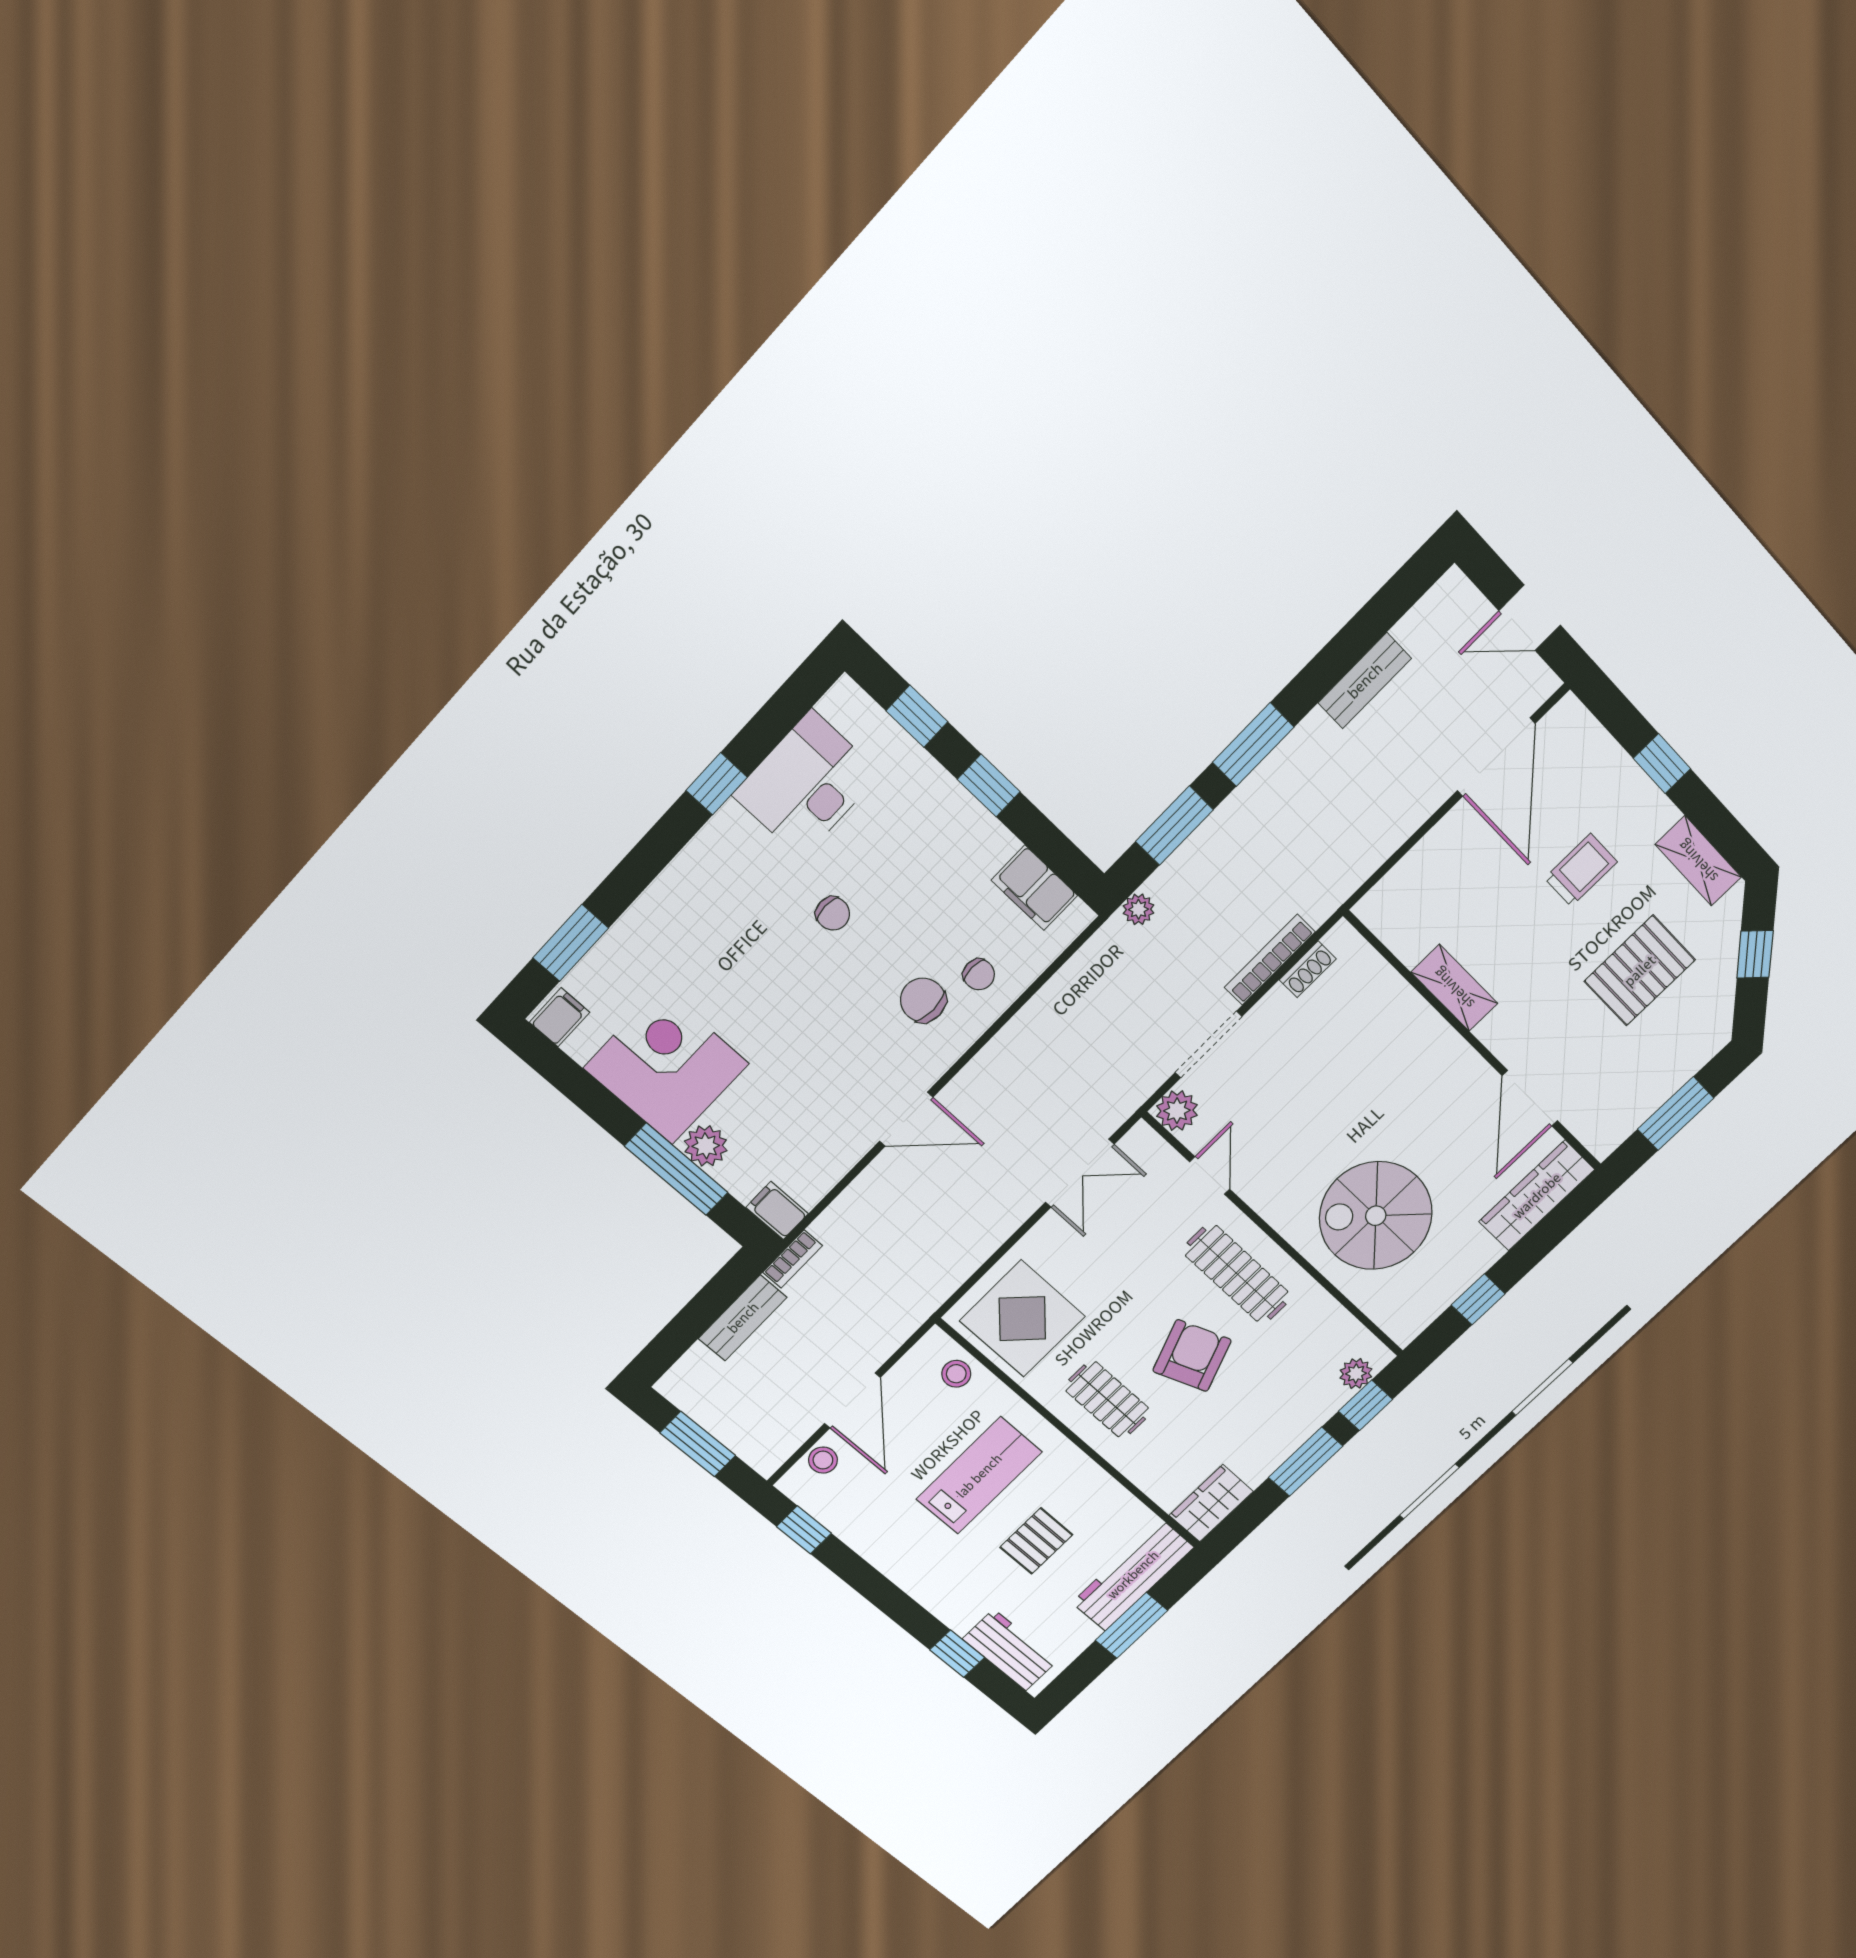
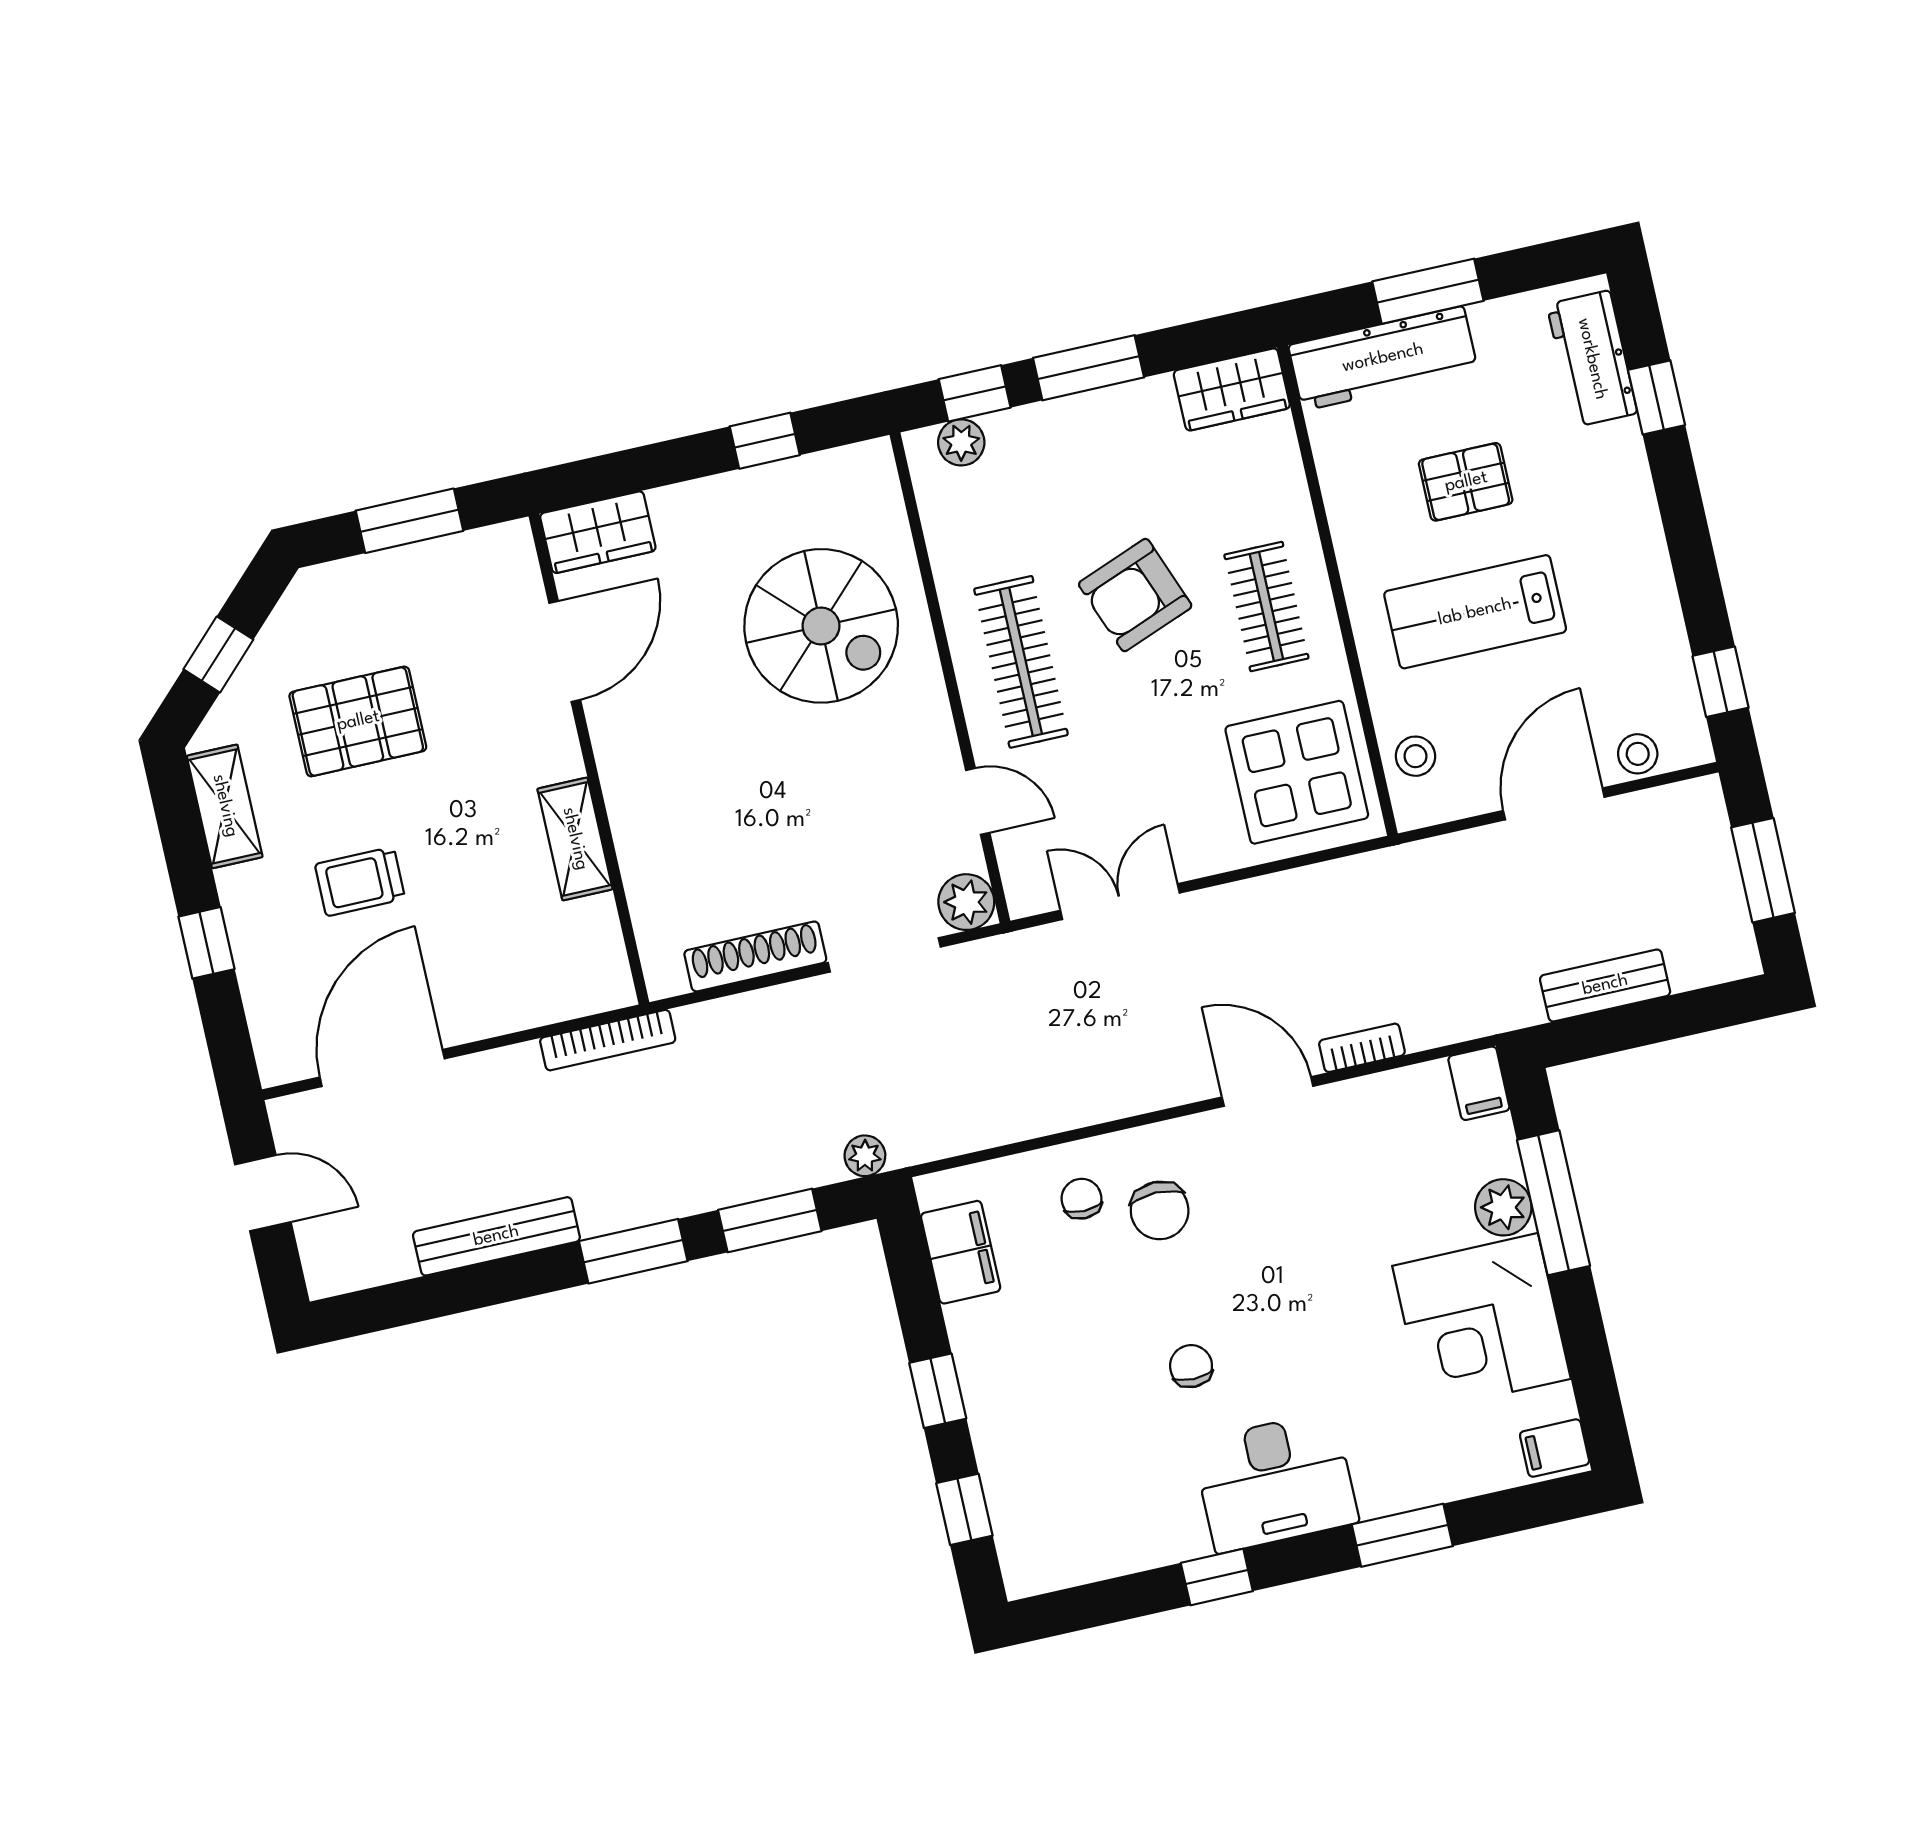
bench: (1365, 681) -> (496, 1236), width x1.36
desk: (806, 785) -> (1275, 1482), moved
window: (571, 943) -> (1402, 1535), moved
bookcase: (1270, 960) -> (608, 1040), moved
shoe rack: (1308, 969) -> (755, 956), width x1.94, depth x1.24
door: (1210, 1175) -> (978, 801), swing flipped
wardrobe: (1537, 1196) -> (598, 532), width x0.67
bookcase: (793, 1259) -> (1362, 1048), moved

